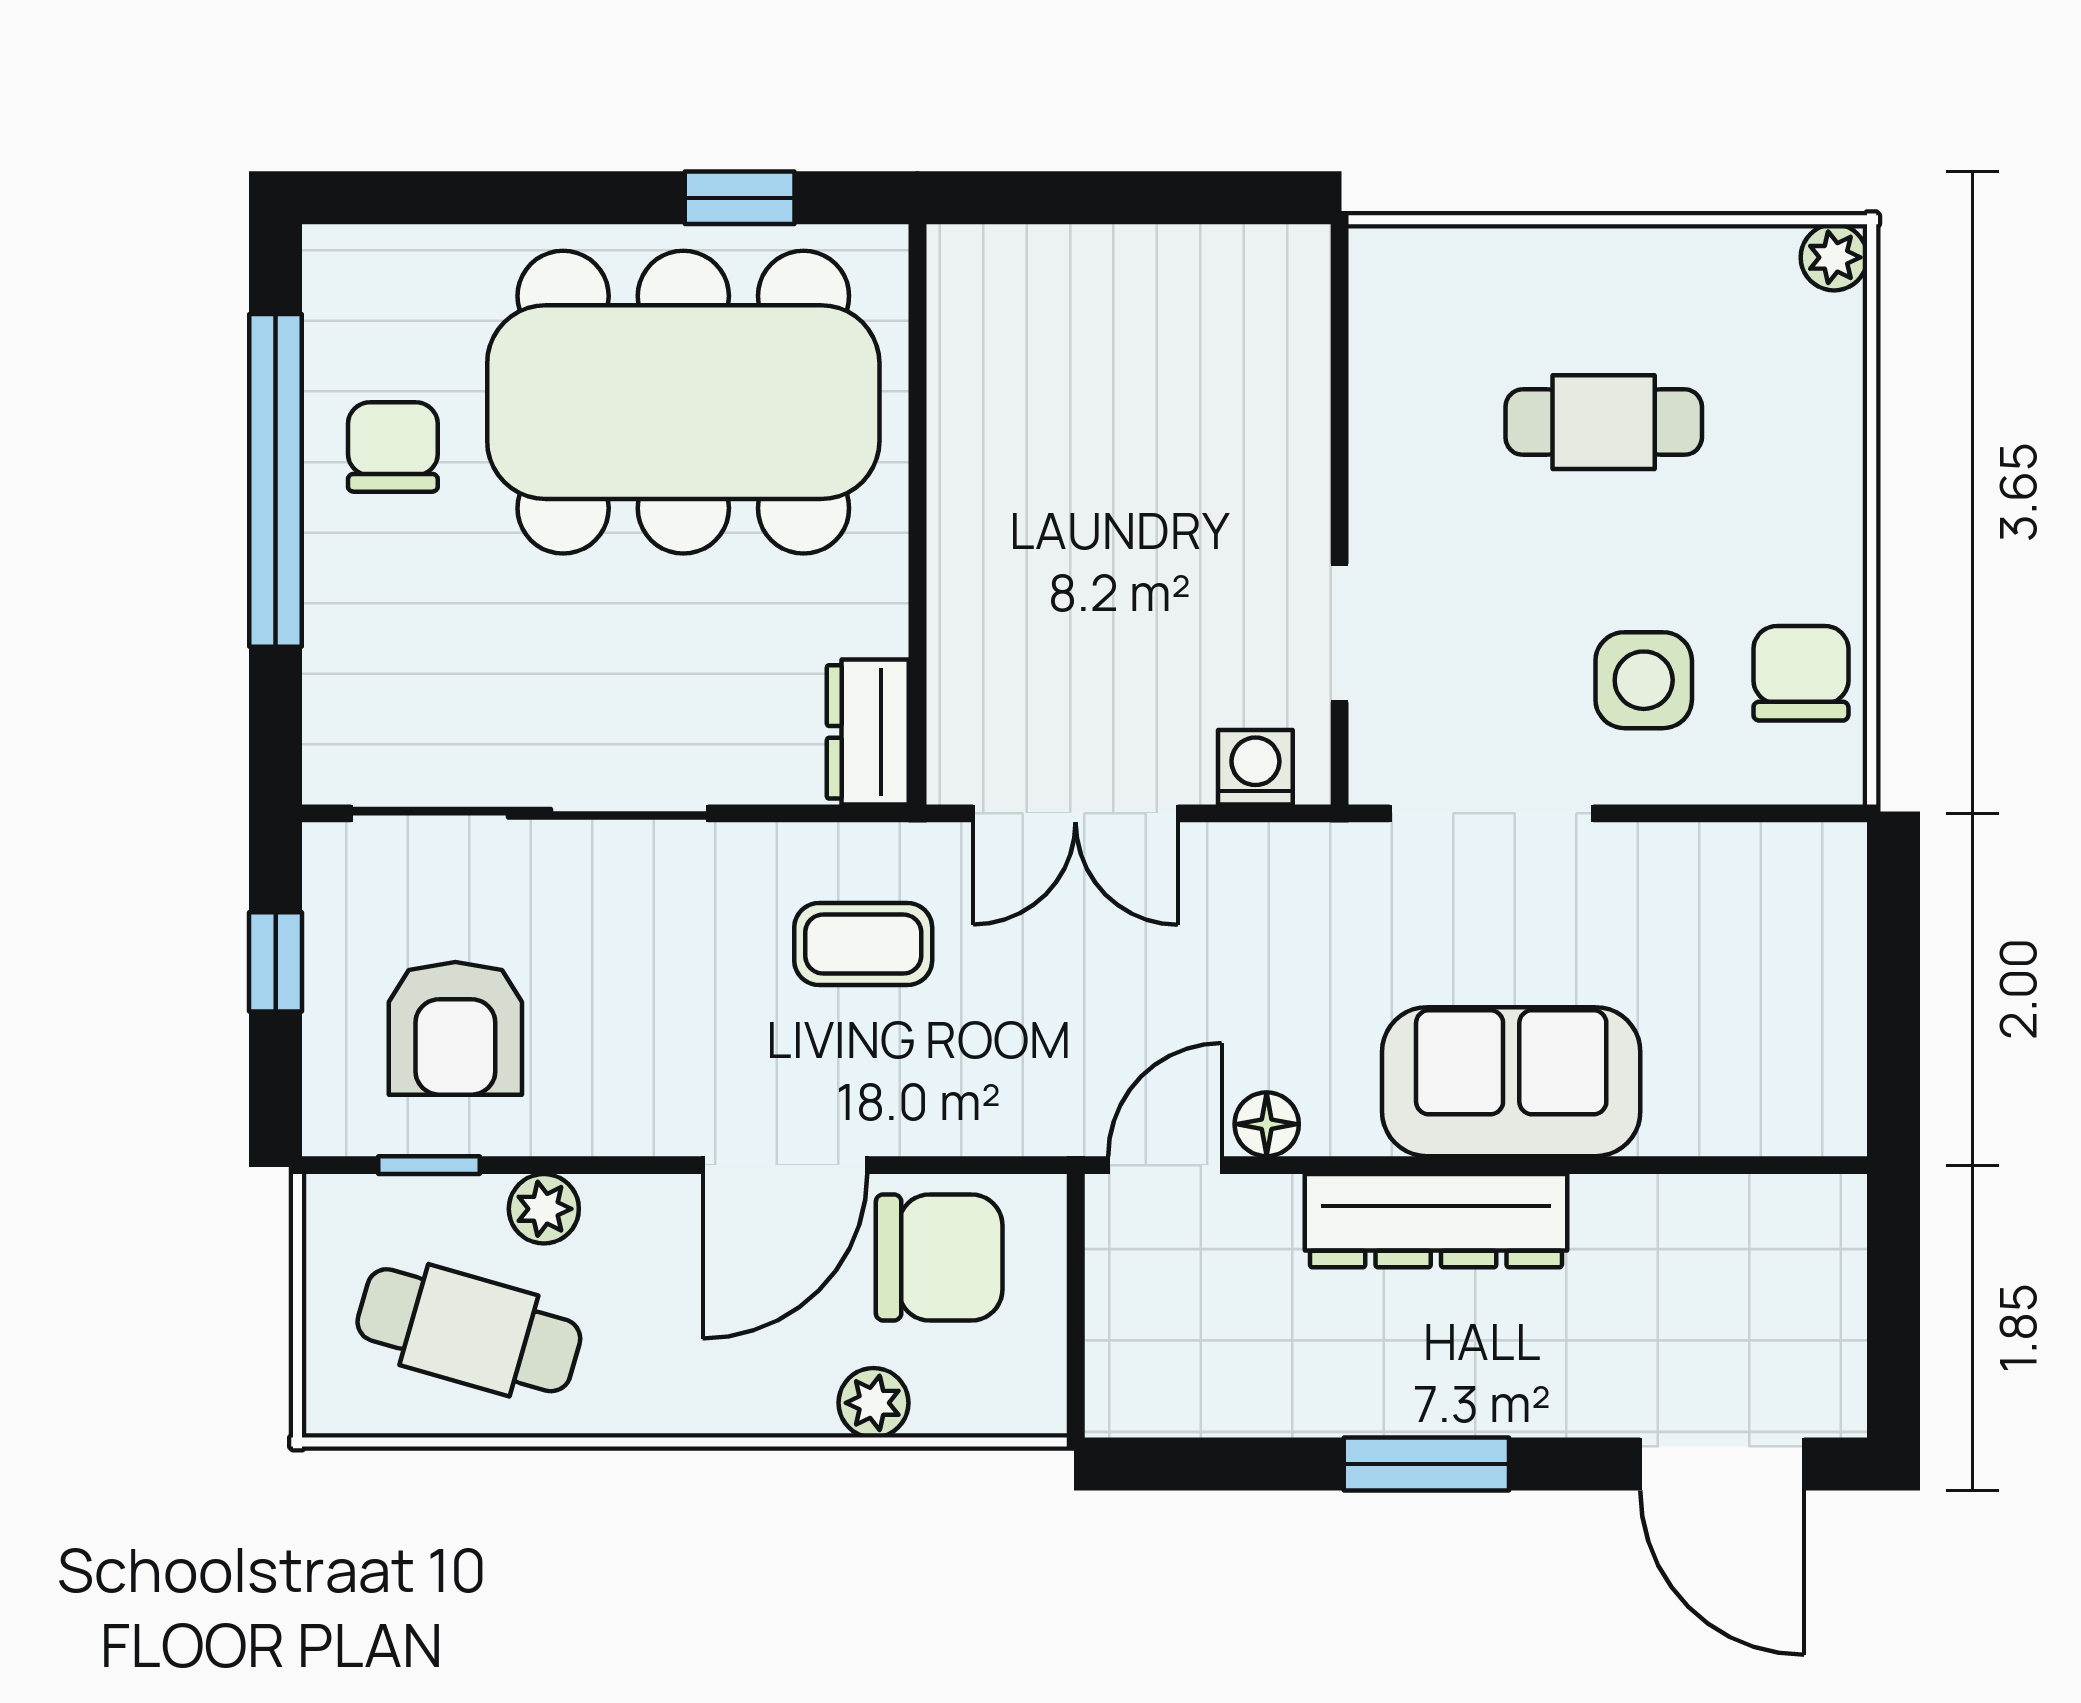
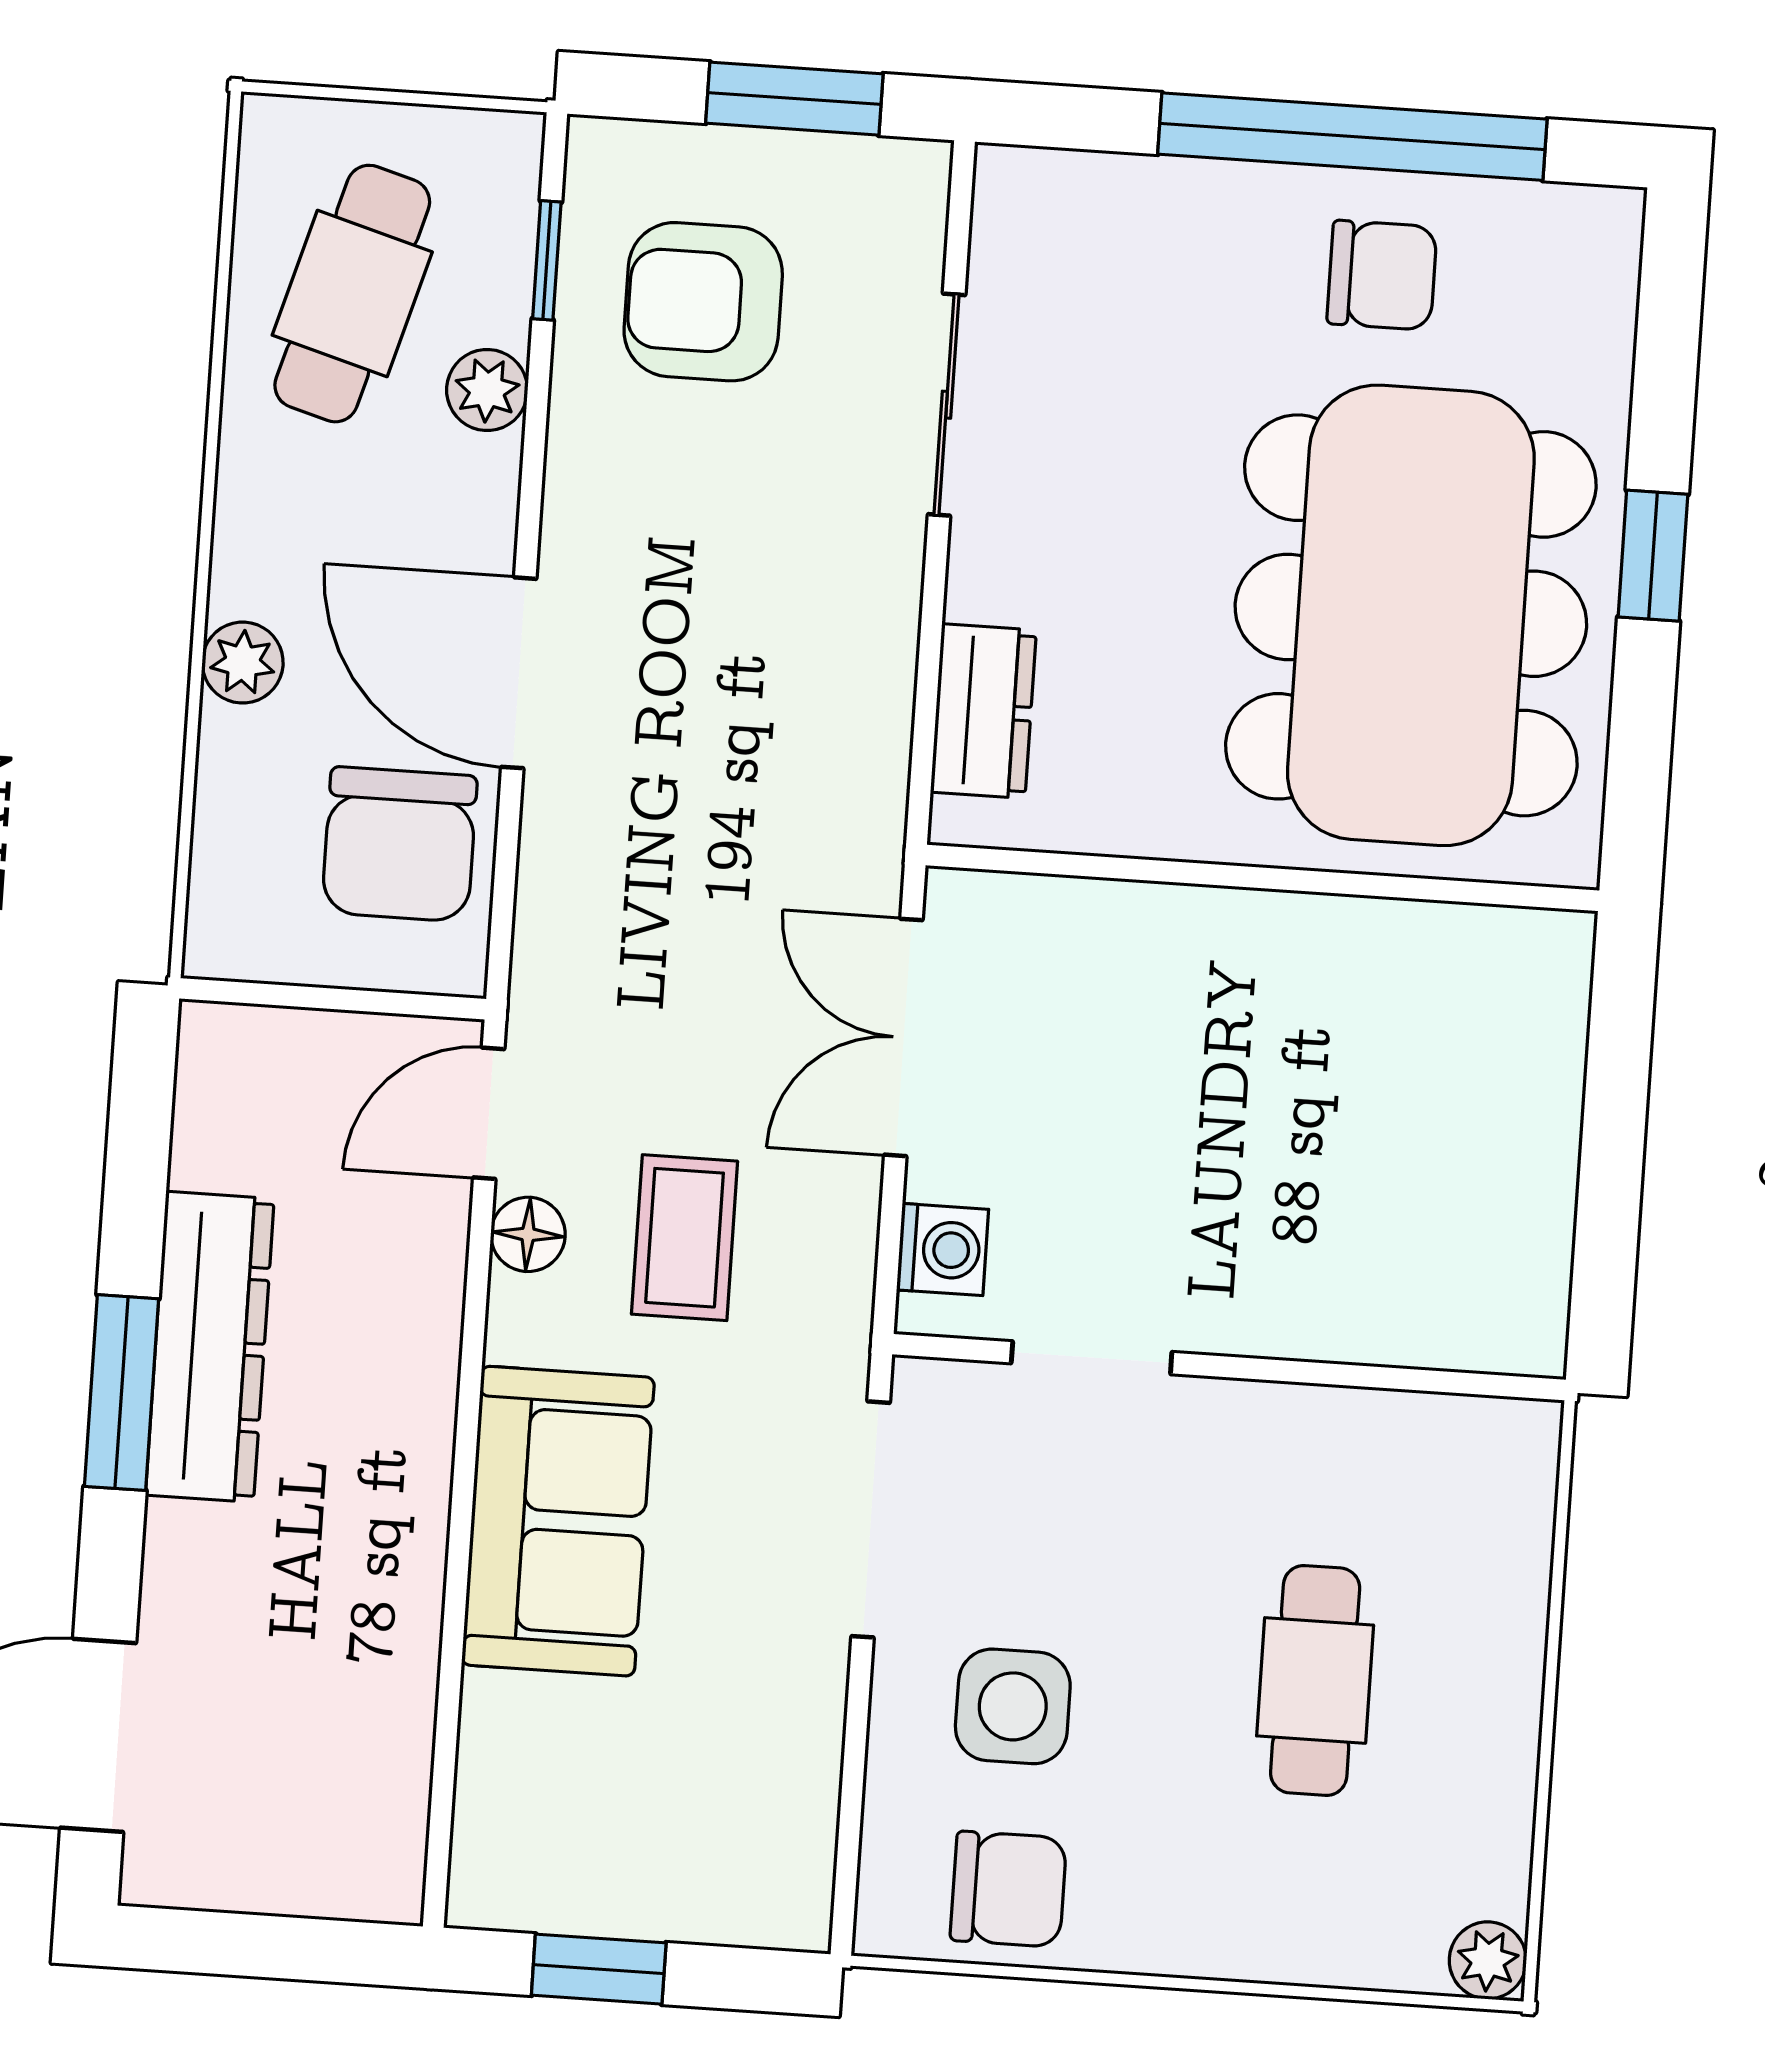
window: (740, 198) -> (1653, 556), moved
dresser: (868, 732) -> (983, 711), moved, turned 90
sliding door: (530, 813) -> (947, 405), width x0.54
coffee table: (863, 944) -> (685, 1238), moved
window: (276, 962) -> (794, 99), width x1.50
window: (1894, 1020) -> (599, 1969), added
door: (1165, 1165) -> (489, 1113), swing flipped
dresser: (1436, 1221) -> (210, 1347), moved, turned 180
plant: (873, 1403) -> (243, 663), moved

